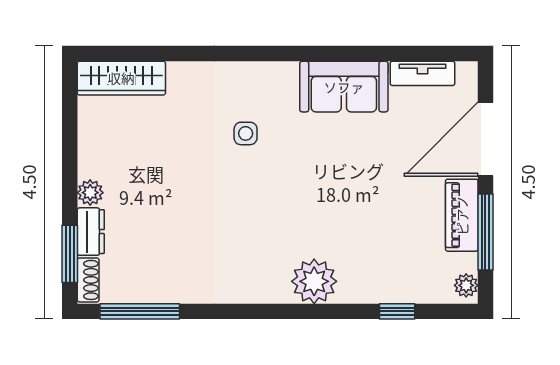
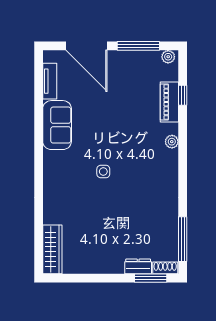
side table: (246, 133) -> (103, 171), moved
plant: (90, 193) -> (116, 267), removed
piano: (462, 215) -> (169, 102), moved, turned 90
plant: (314, 281) -> (172, 142), width x0.53, depth x0.53

